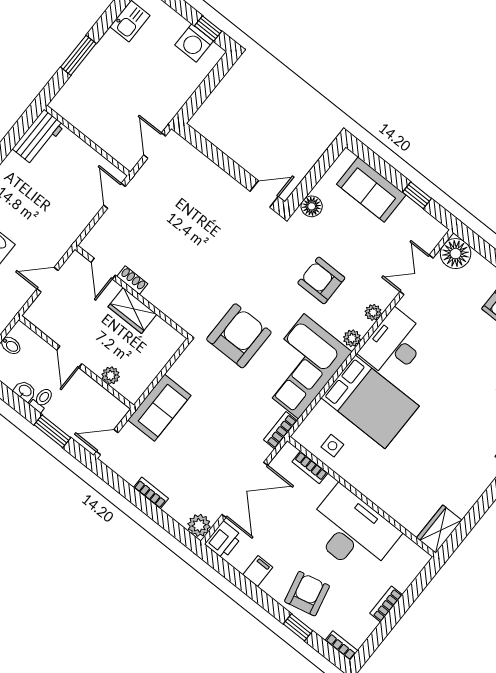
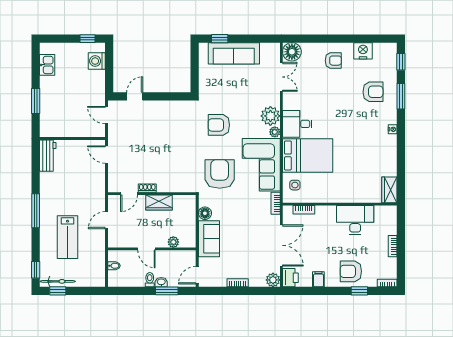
washing machine: (194, 43) -> (97, 61), moved, turned 90
sofa: (371, 190) -> (234, 53), width x1.36
door: (264, 194) -> (135, 96), moved
window: (417, 195) -> (220, 39), moved
floor lamp: (312, 206) -> (205, 213), moved
door: (103, 269) -> (129, 194), hinge flipped
double door: (416, 275) -> (281, 77), swing flipped
armchair: (321, 280) -> (219, 125), moved
plant: (373, 312) -> (270, 116), width x1.88, depth x1.88
desk: (394, 345) -> (297, 124), width x0.73
washbasin: (25, 391) -> (161, 282), moved
side table: (332, 446) -> (295, 185), moved
desk: (352, 531) -> (355, 220), width x0.73, depth x0.77
armchair: (307, 594) -> (351, 271), turned -77

